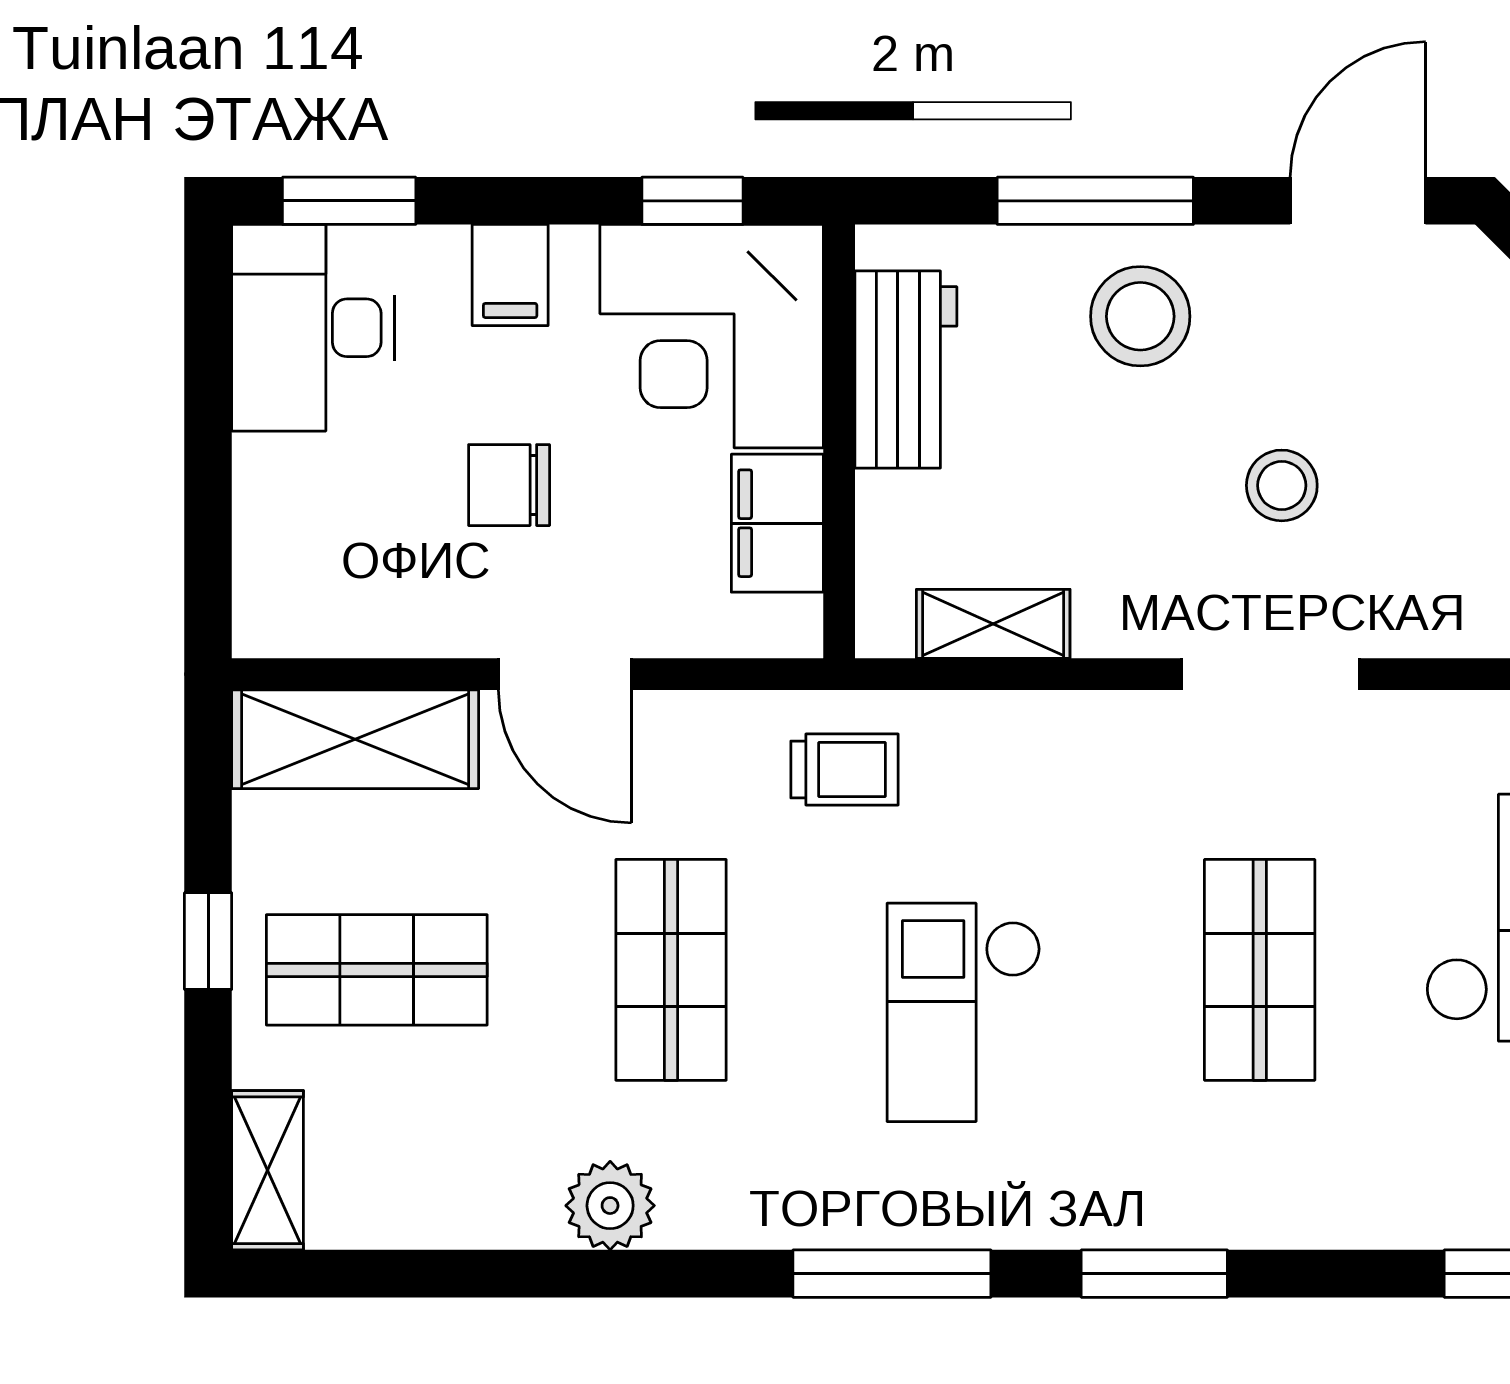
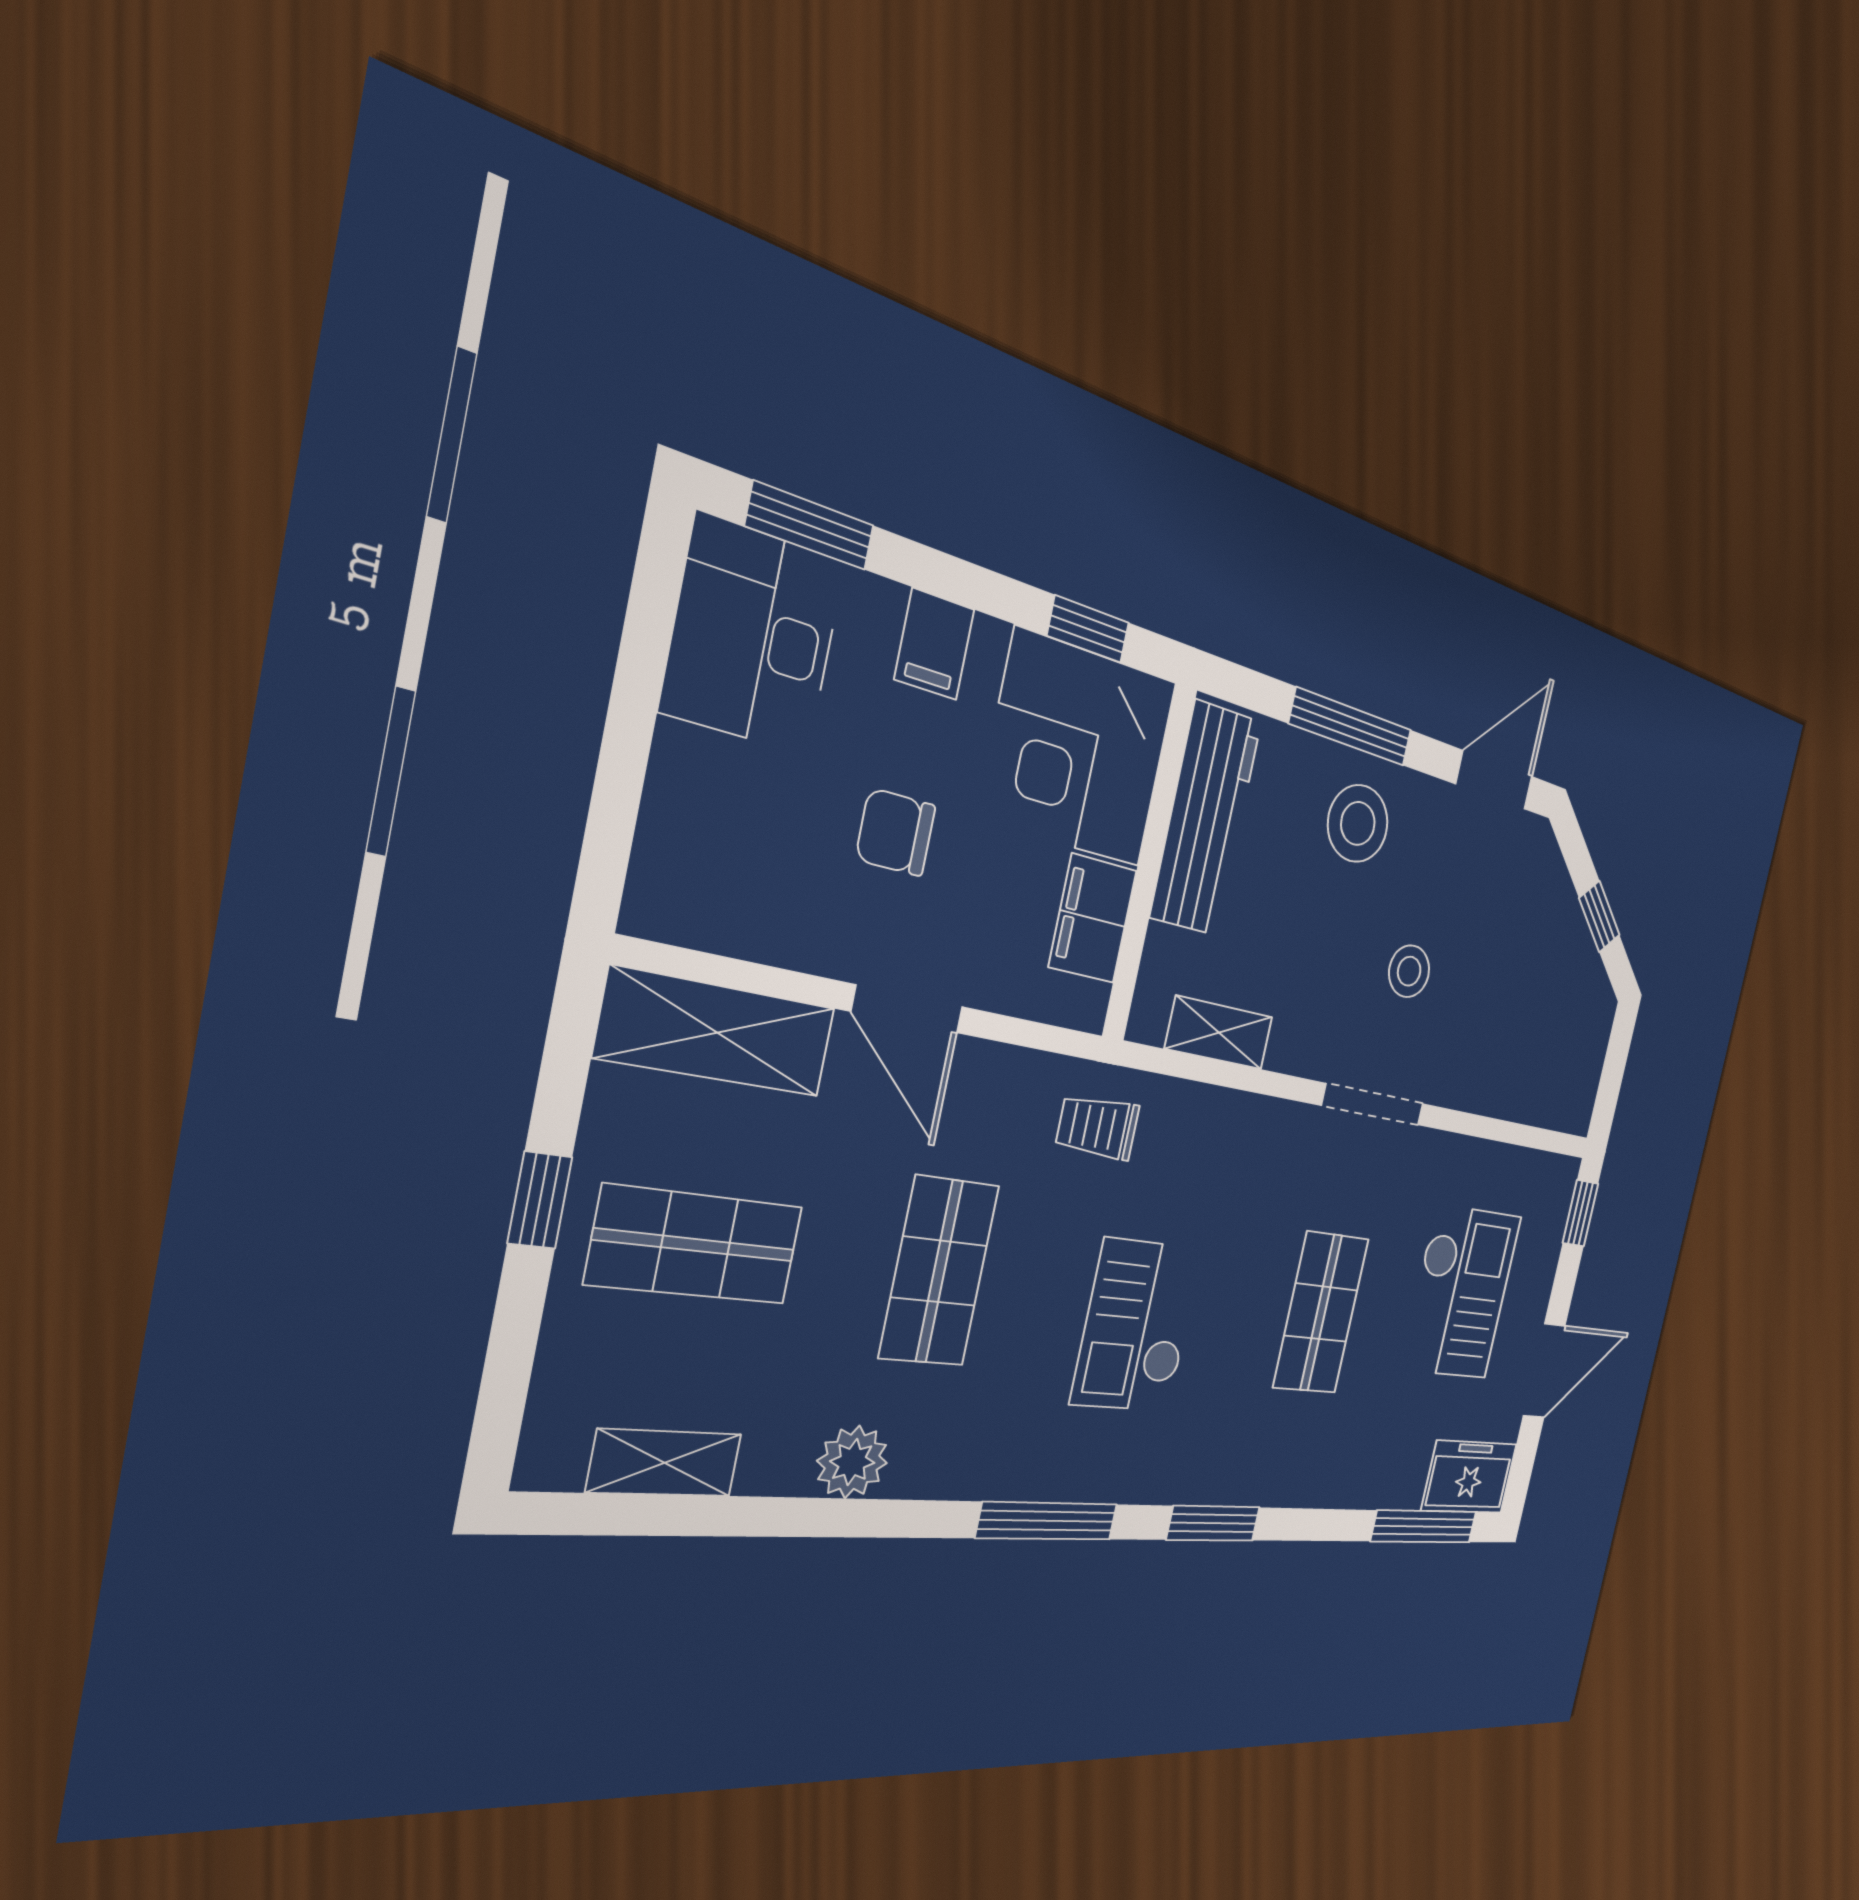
workbench: (906, 370) -> (1206, 819), width x1.38
trolley: (844, 769) -> (1098, 1127), turned 180
shelving: (268, 1170) -> (665, 1463), moved, turned 90

